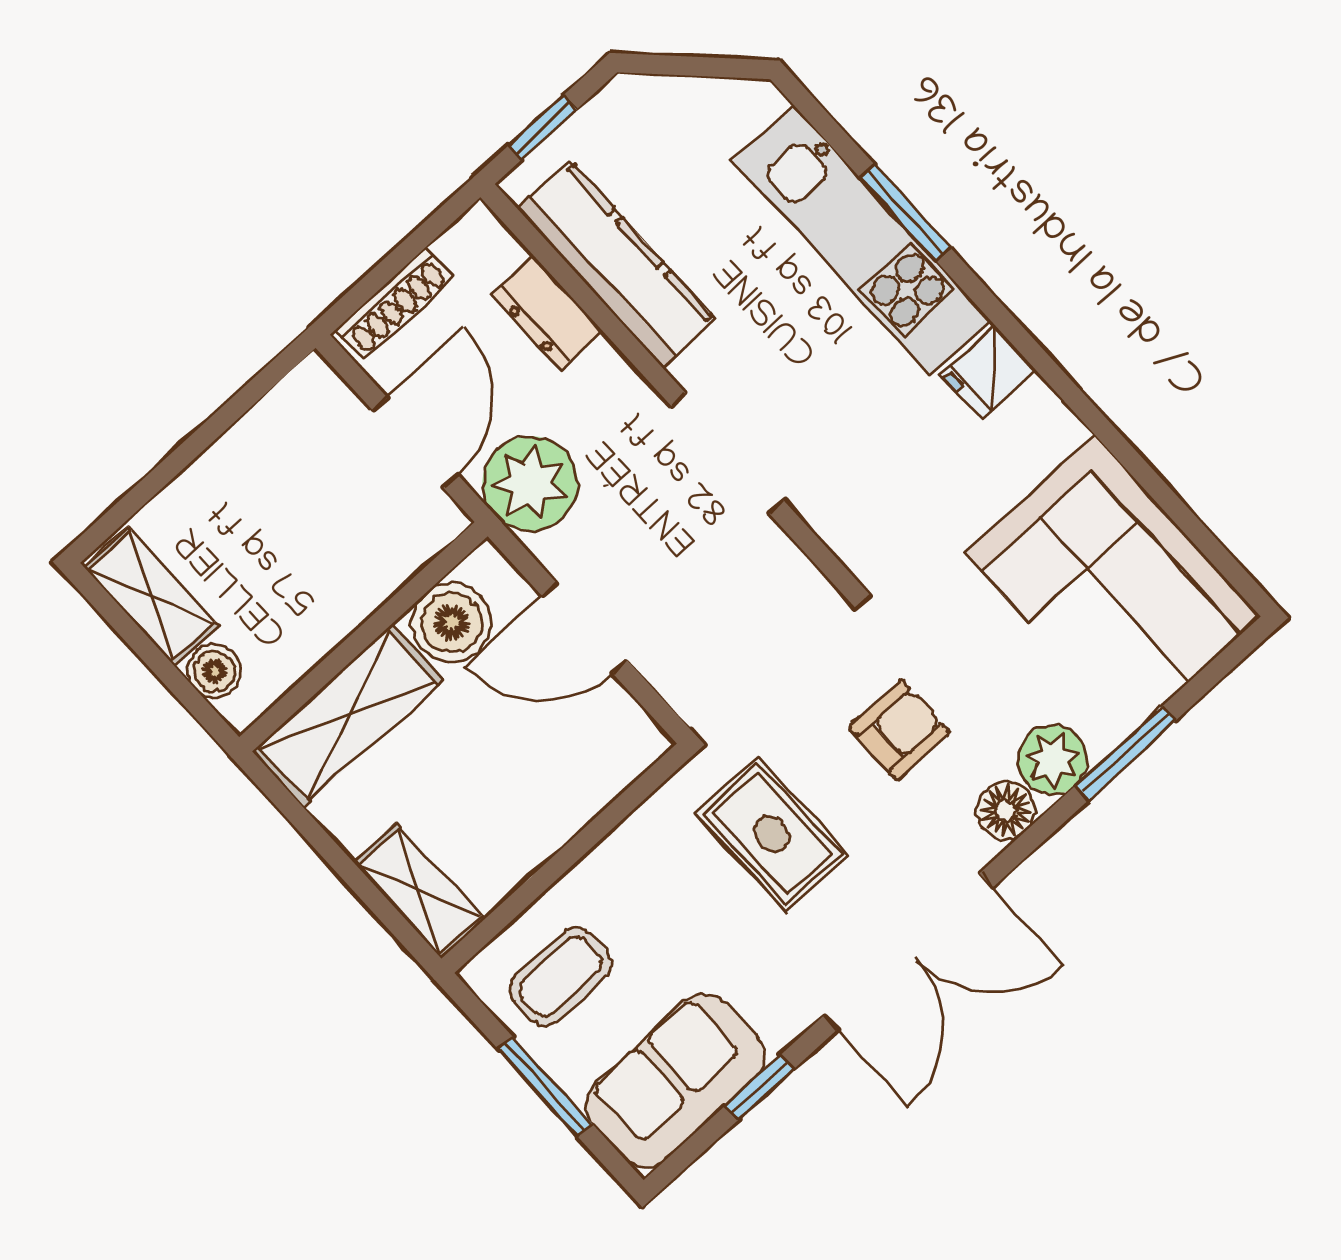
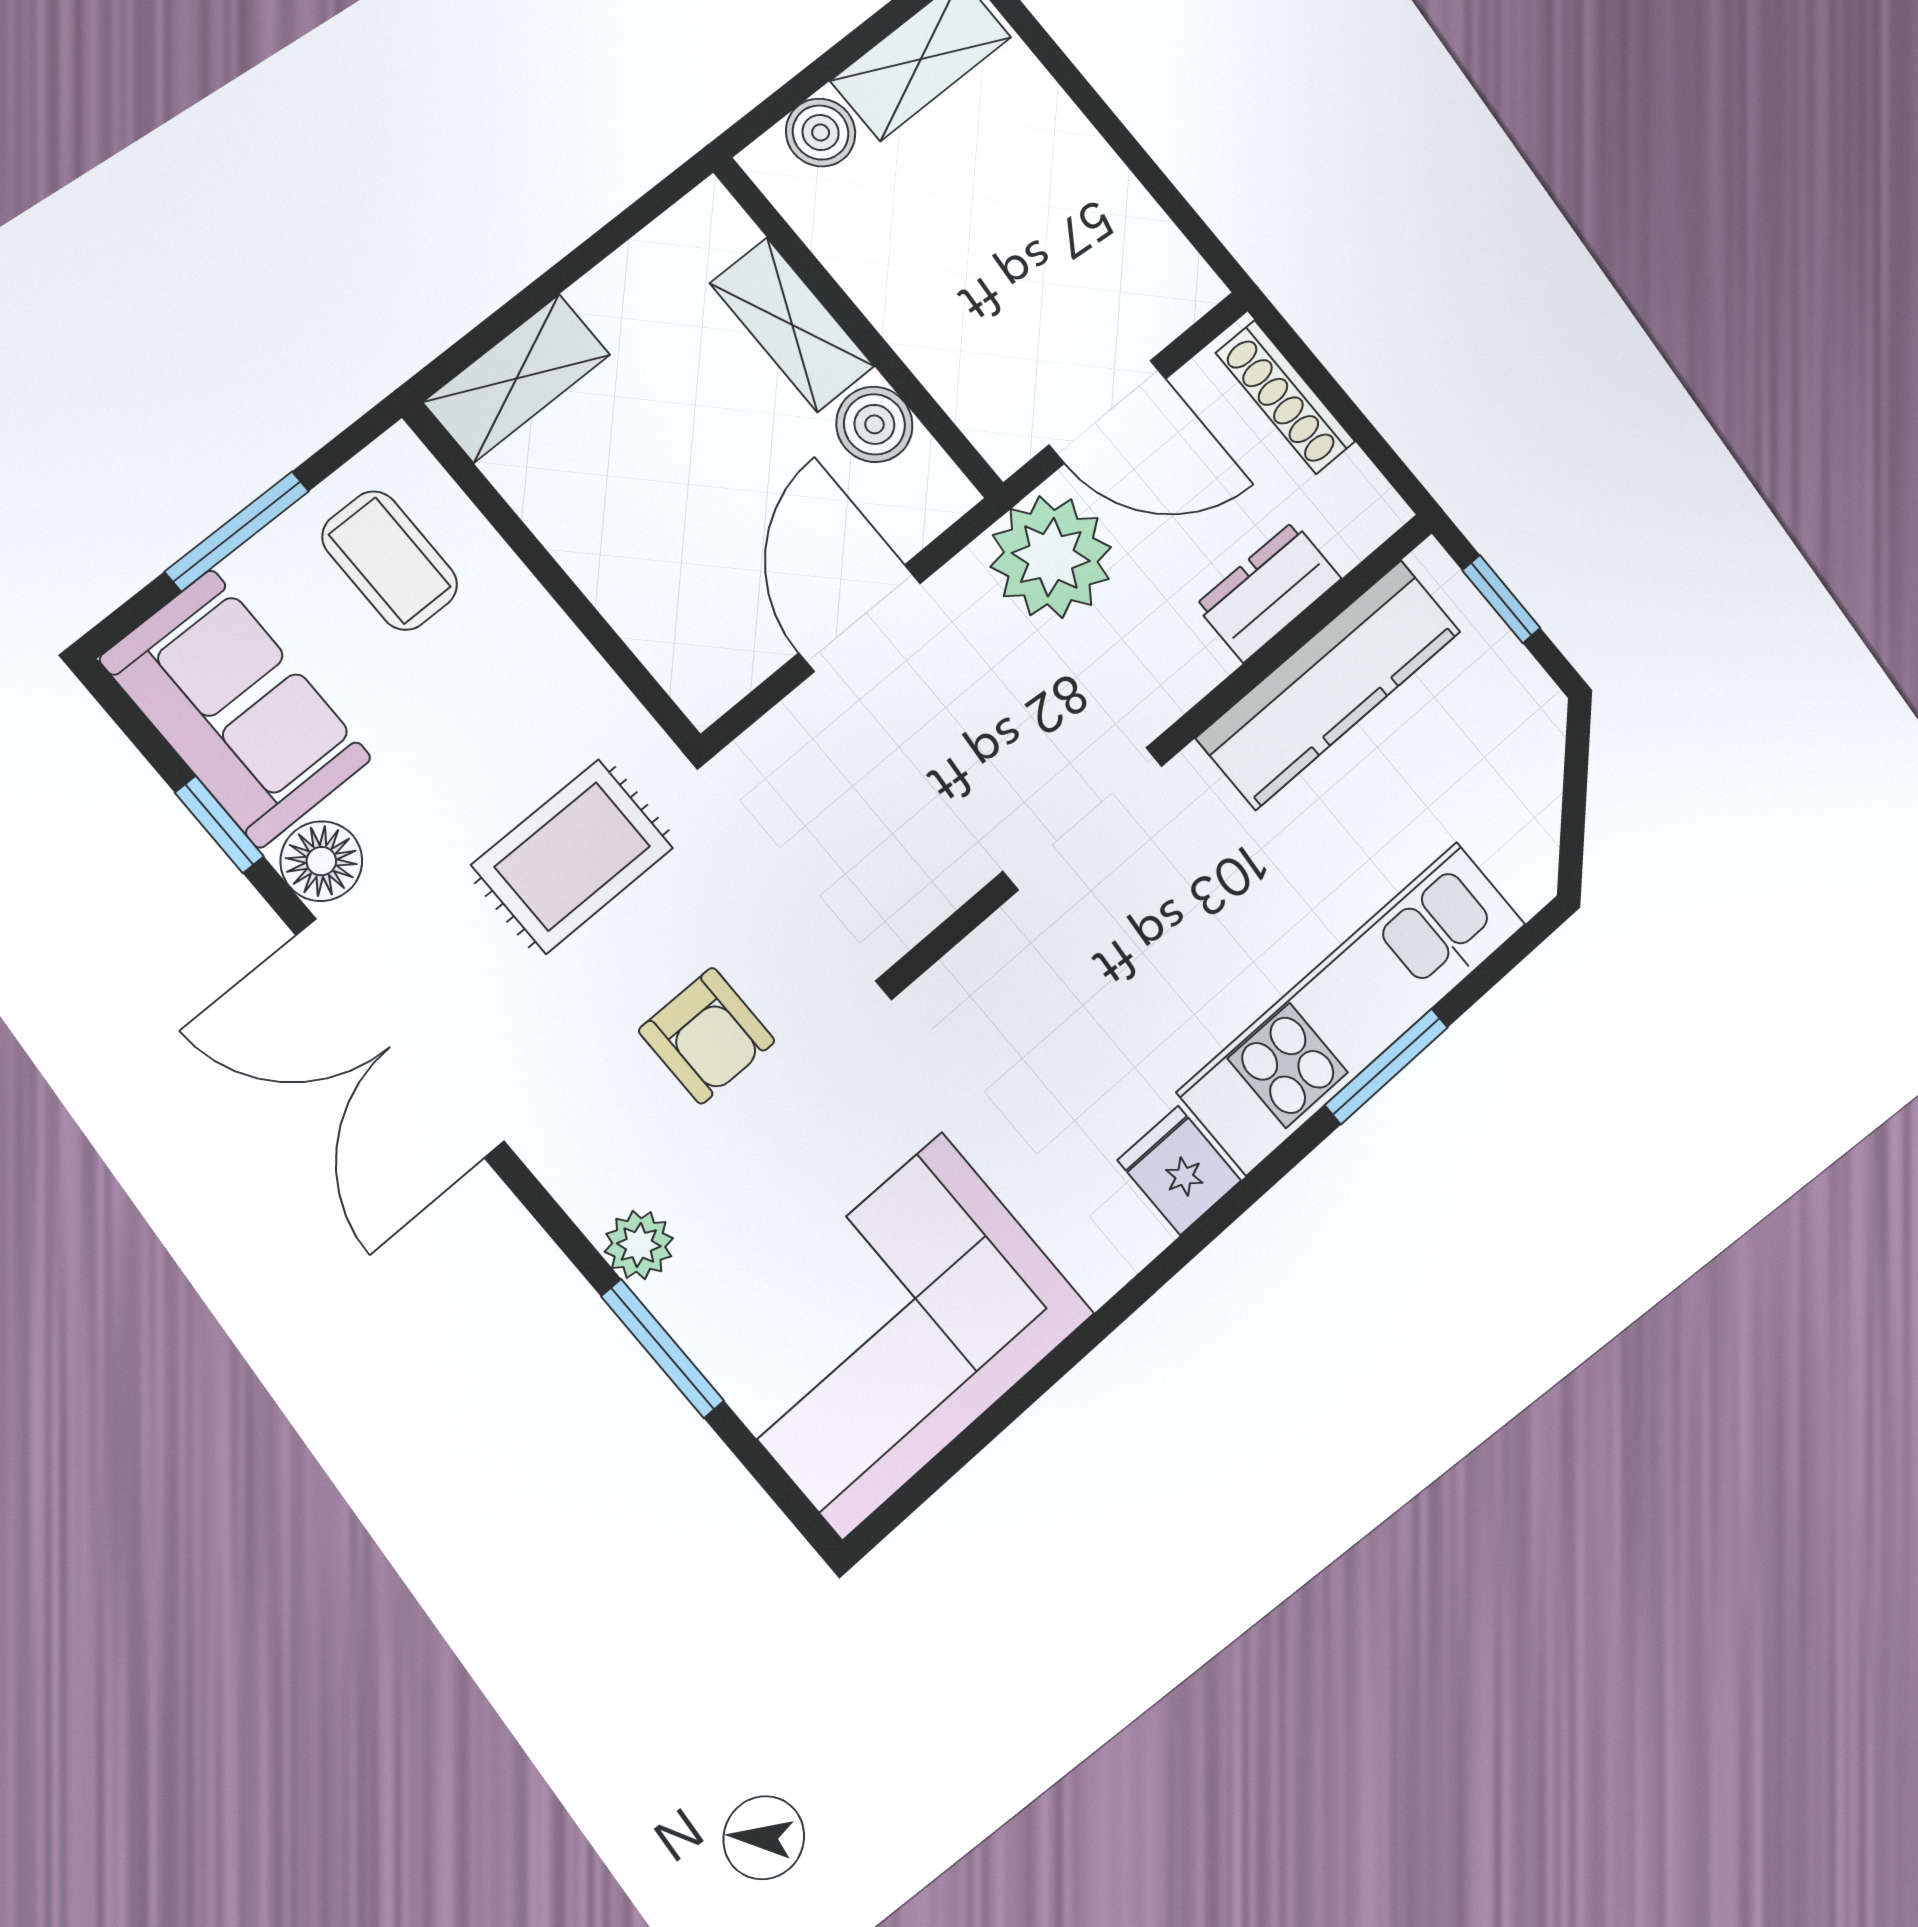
boiler: (451, 623) -> (874, 424), width x0.73, depth x0.73
shelving: (348, 715) -> (792, 325), width x0.67, depth x0.75
plant: (1053, 760) -> (639, 1245), width x0.73, depth x0.73
floor lamp: (1006, 810) -> (321, 861), moved

